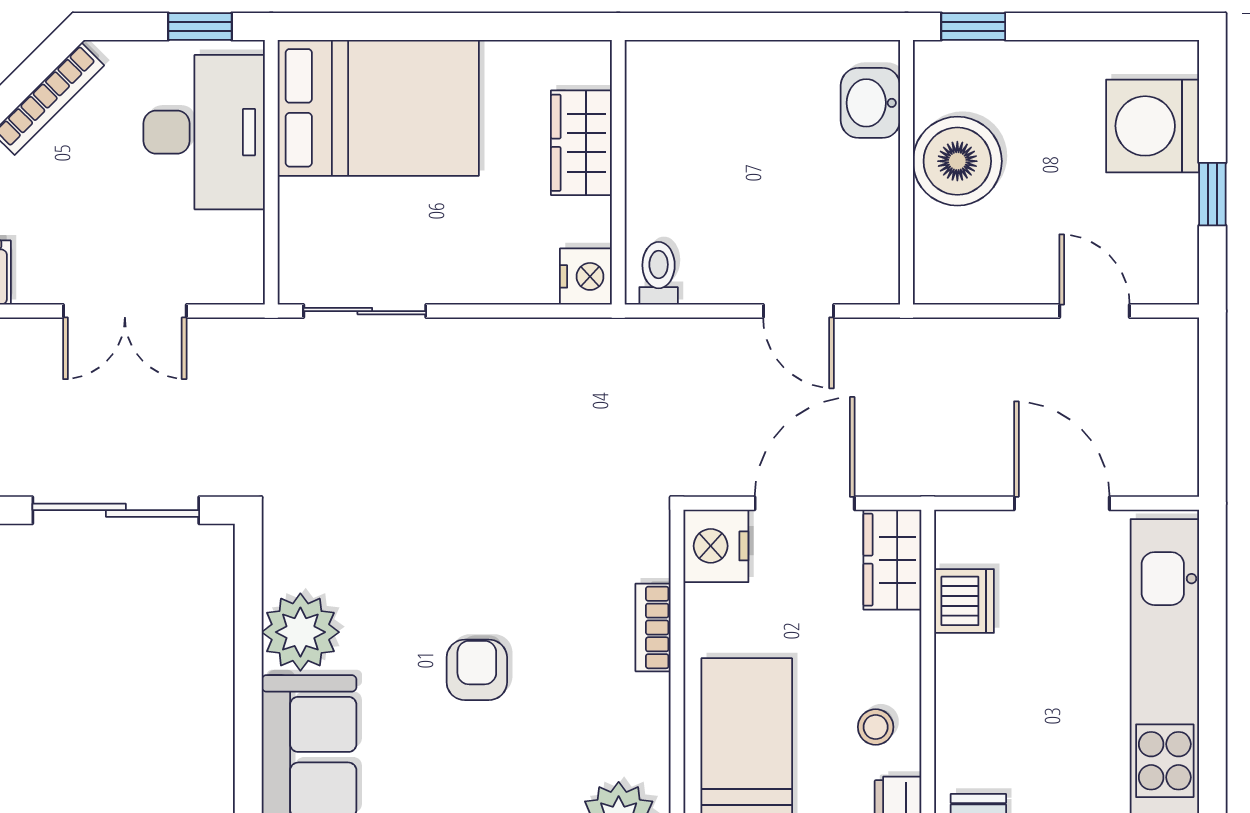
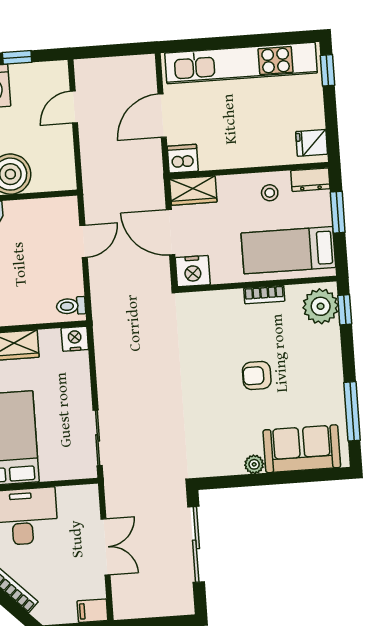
dishwasher: (964, 601) -> (183, 159), moved
bookcase: (653, 627) -> (264, 295), moved
plant: (300, 632) -> (254, 464), width x0.53, depth x0.53

